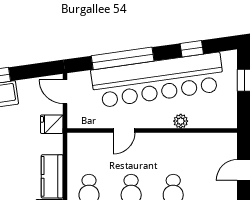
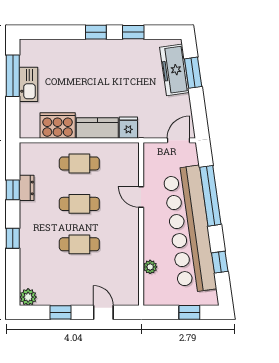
plant: (181, 121) -> (150, 267), moved
fridge: (52, 124) -> (128, 128), moved

